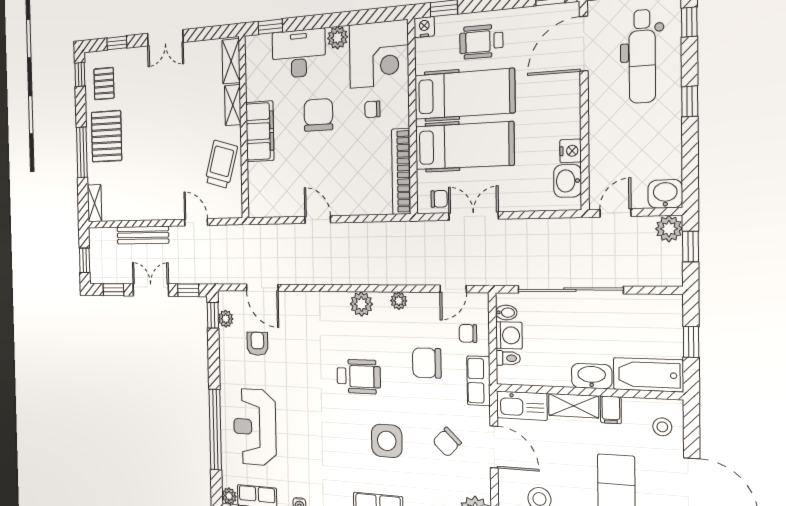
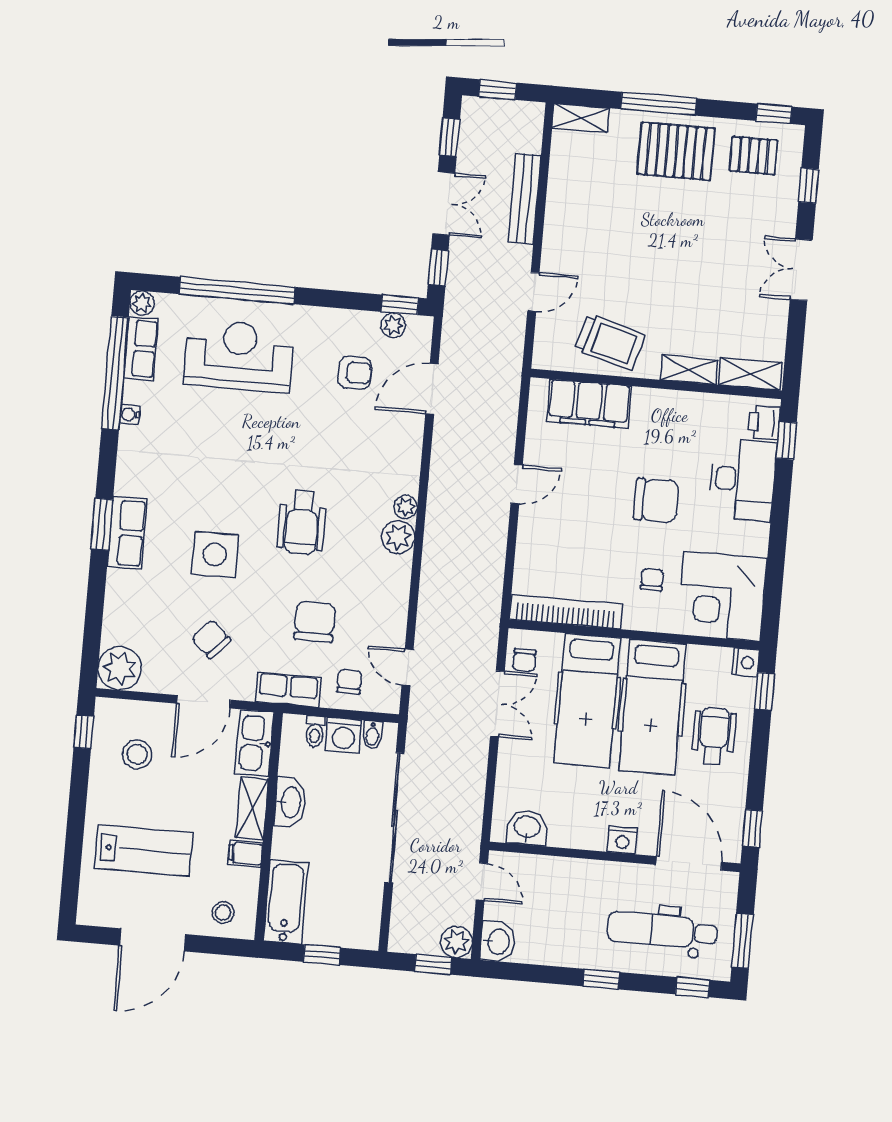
plant: (338, 38) -> (754, 539), removed
printer: (260, 45) -> (764, 423), added
filing cabinet: (260, 131) -> (589, 404), moved
nightstand: (570, 151) -> (622, 840), moved
plant: (399, 301) -> (406, 507), moved
washbasin: (592, 376) -> (290, 802), moved

